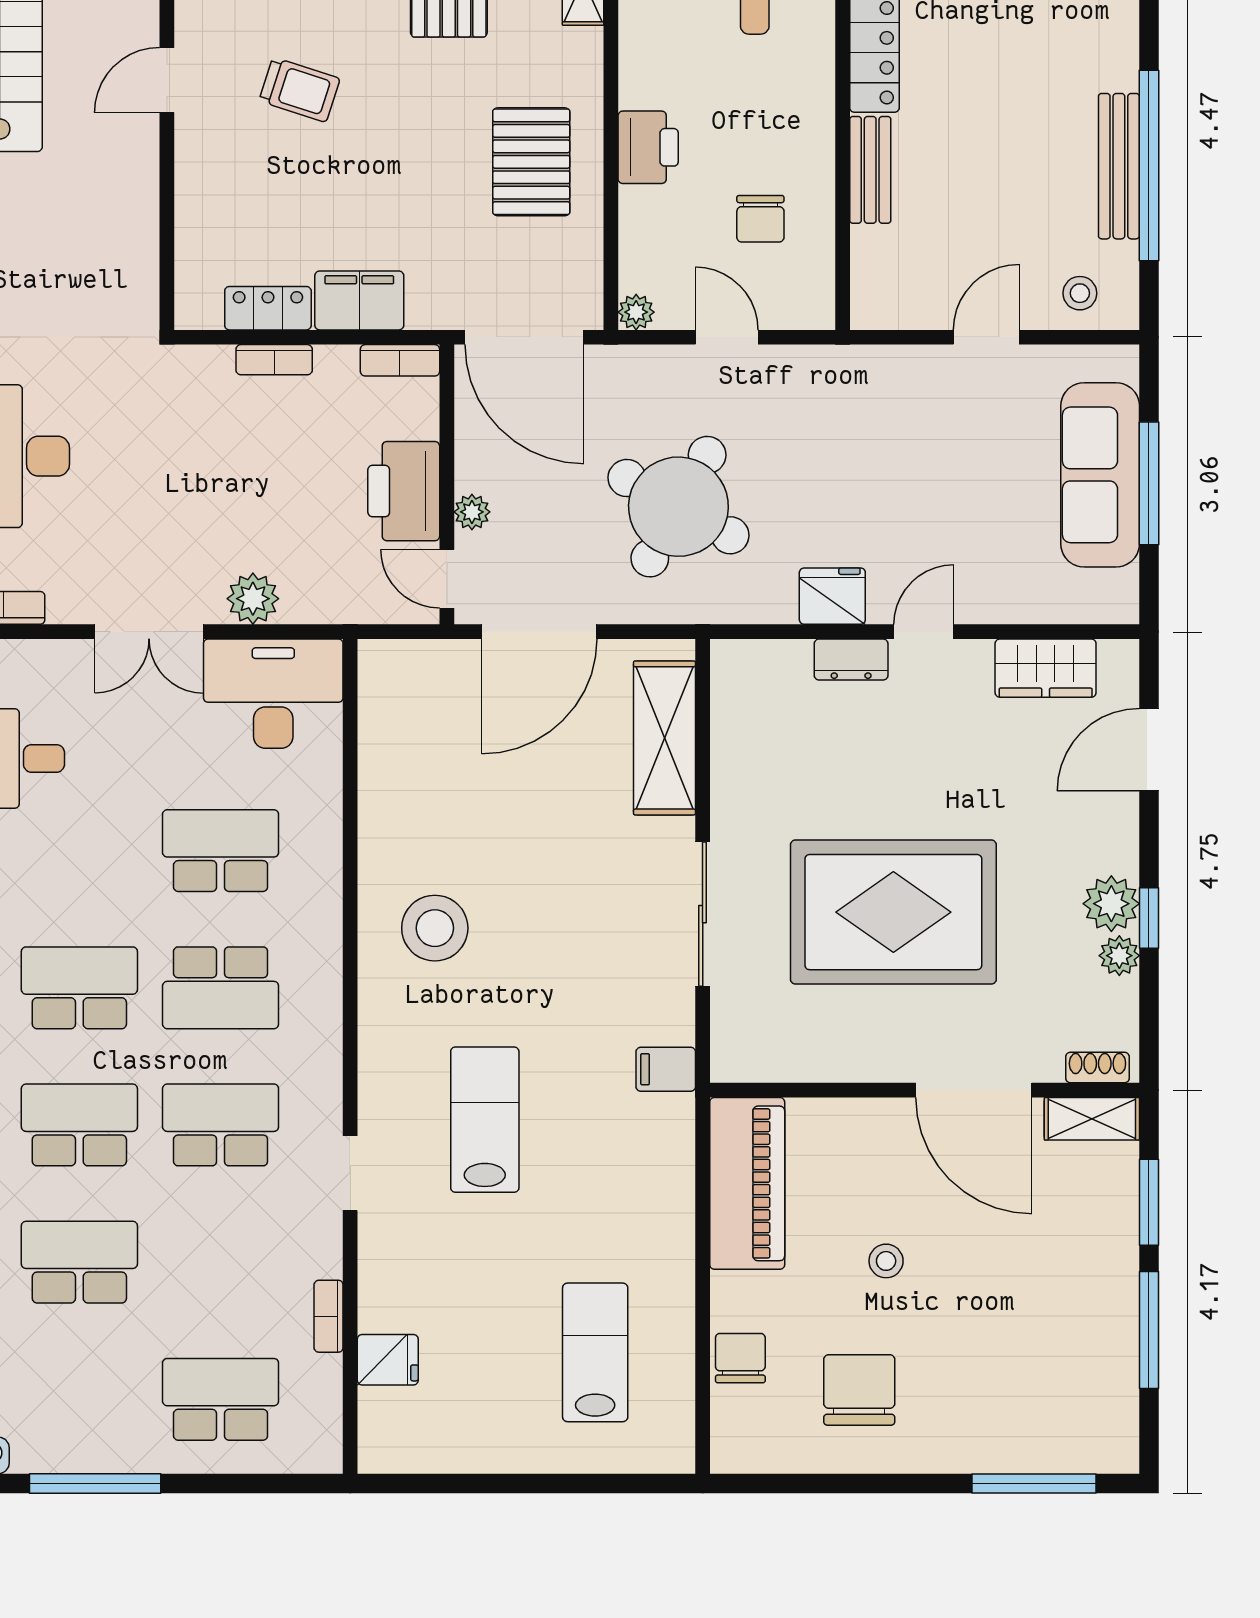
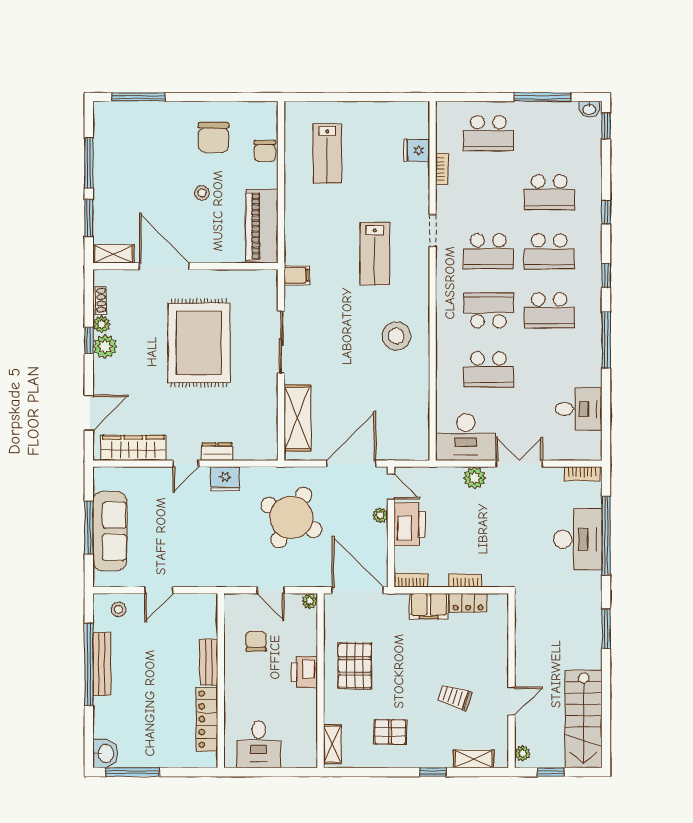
wardrobe: (1046, 668) -> (133, 448), width x1.50
rug: (893, 912) -> (199, 343), turned 90
shoe rack: (1097, 1068) -> (100, 300), moved, turned -90

